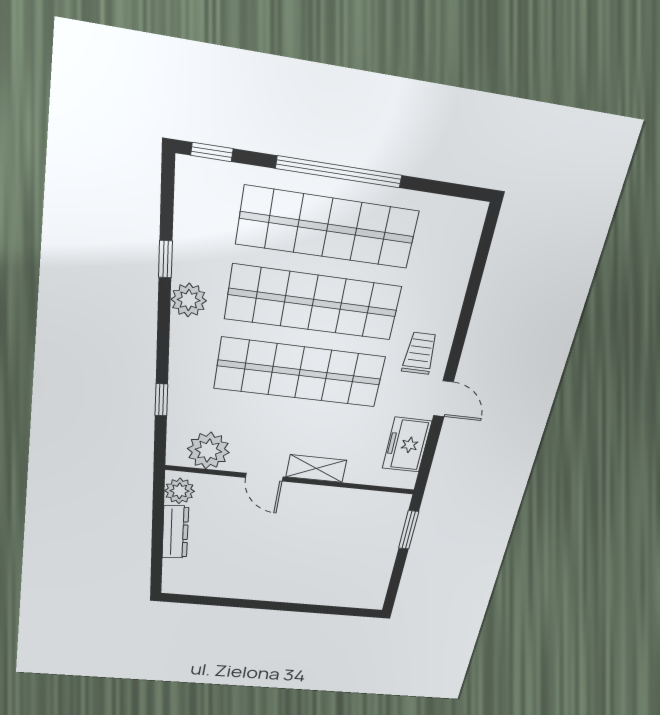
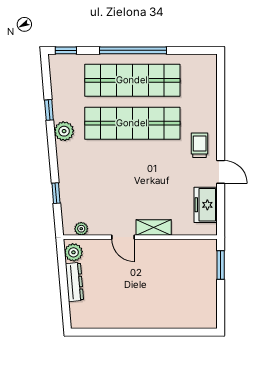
shop shelf: (300, 372) -> (132, 166), removed
plant: (208, 451) -> (81, 229), width x0.53, depth x0.53

